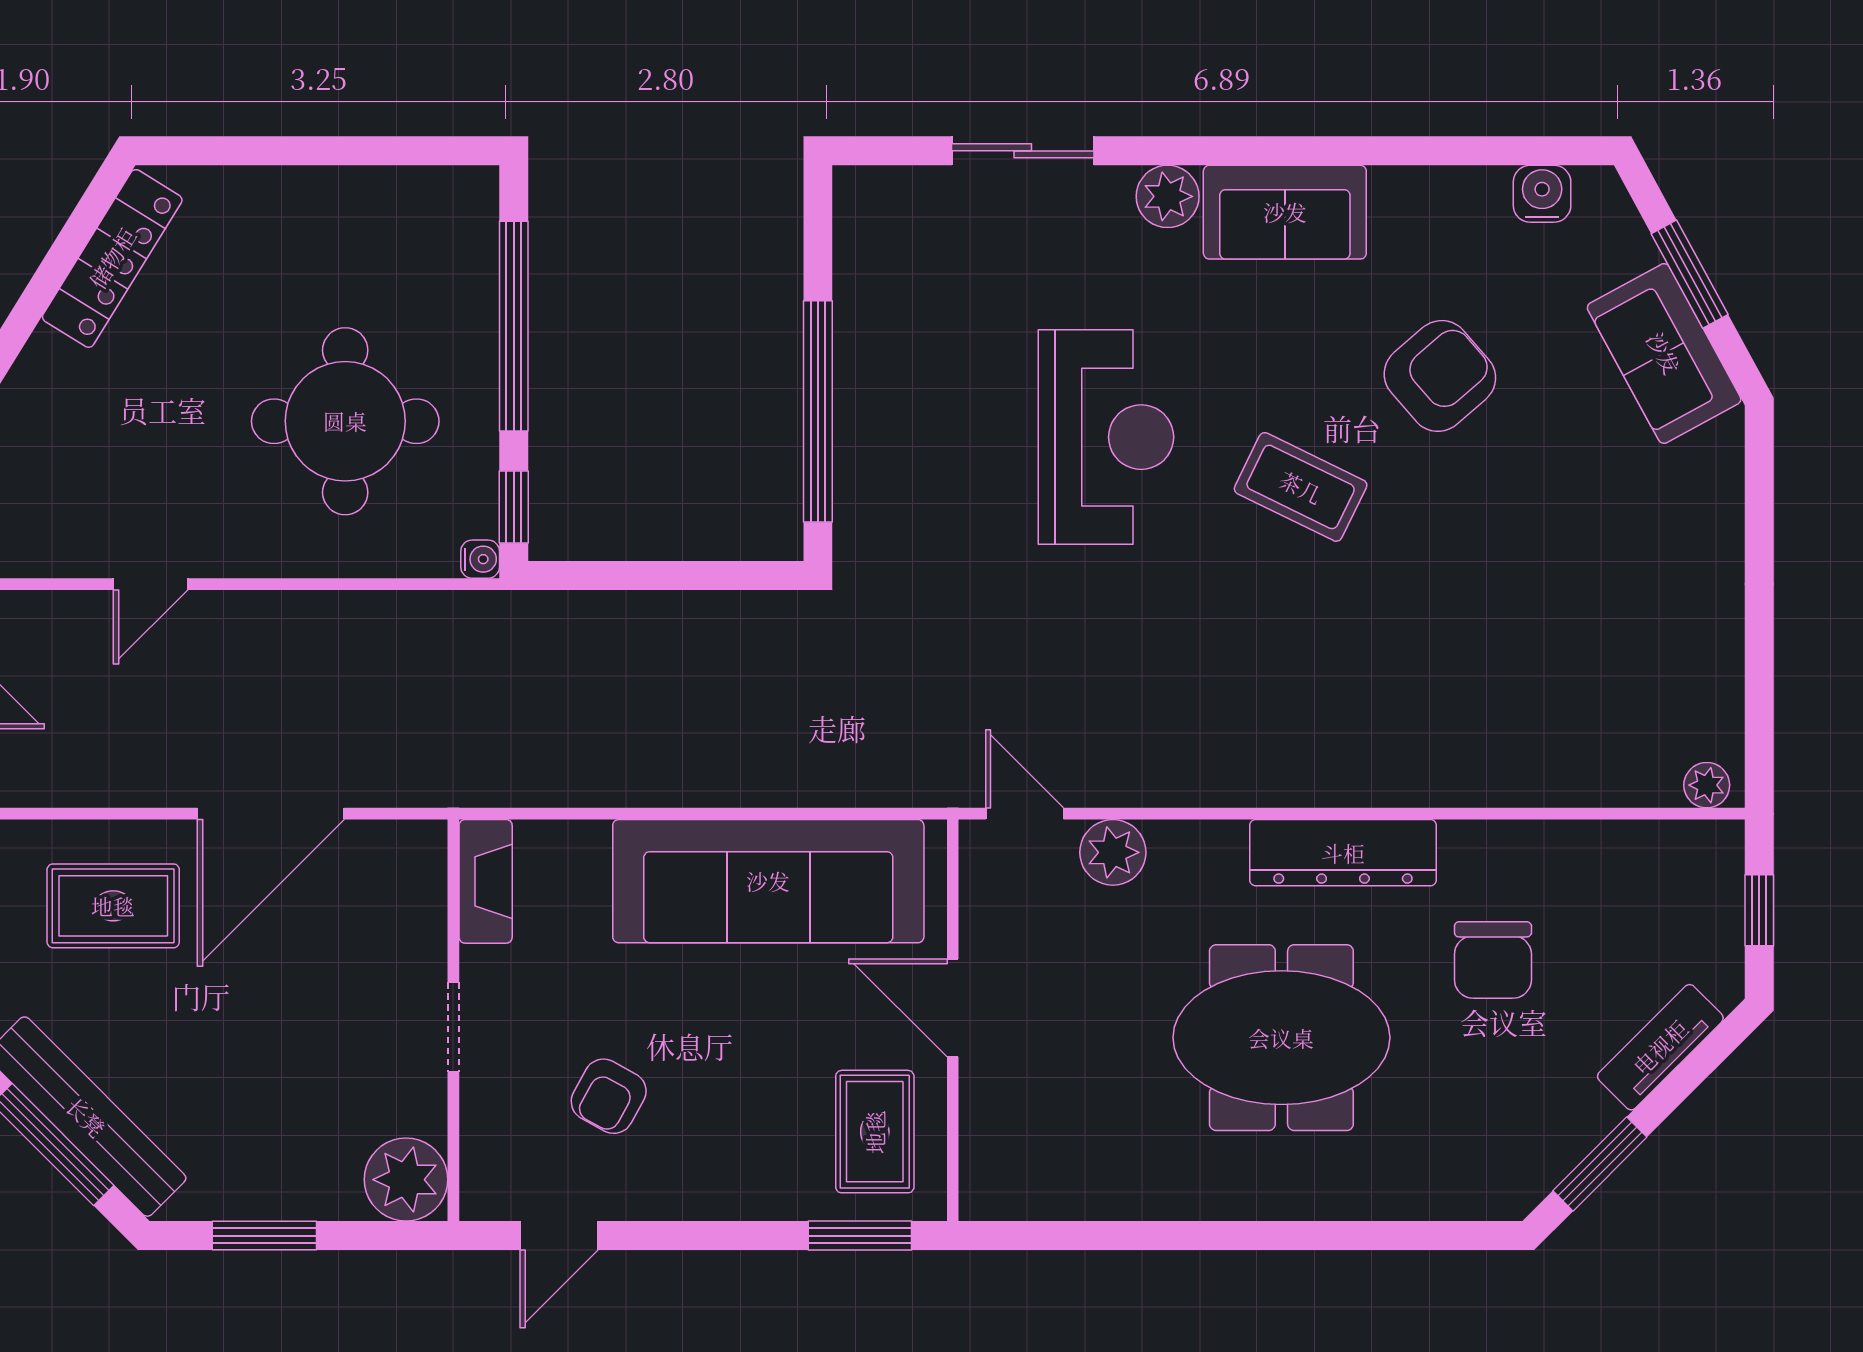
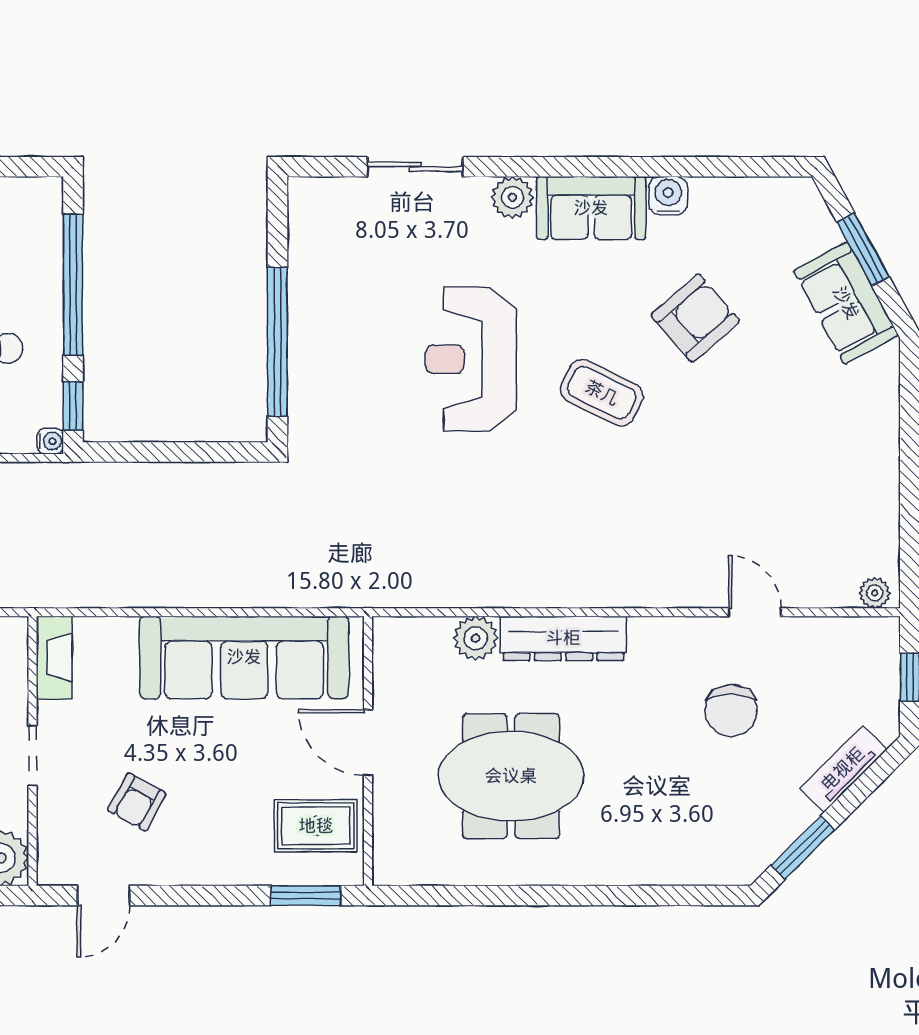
water cooler: (1542, 194) -> (668, 196), moved
reception desk: (1106, 437) -> (471, 359), turned 180
door: (1025, 814) -> (755, 612), moved
dresser: (1343, 853) -> (563, 638), moved
meeting table: (1281, 1038) -> (511, 776), moved
rug: (875, 1132) -> (316, 826), turned 90

